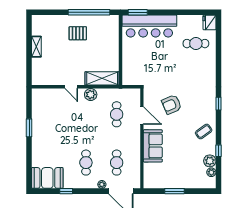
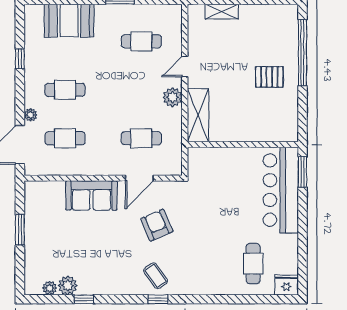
window: (89, 12) -> (302, 53), moved
pallet: (78, 33) -> (269, 77), turned 90
shelving: (36, 47) -> (222, 12), moved
cafe table: (55, 114) -> (141, 41), added
coffee table: (204, 132) -> (156, 276), moved
booth: (47, 178) -> (69, 21), moved, turned 90

